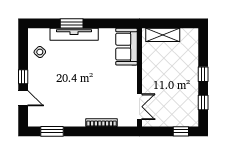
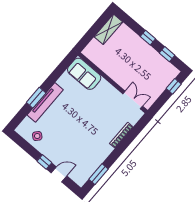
shelving: (163, 35) -> (108, 29), moved

